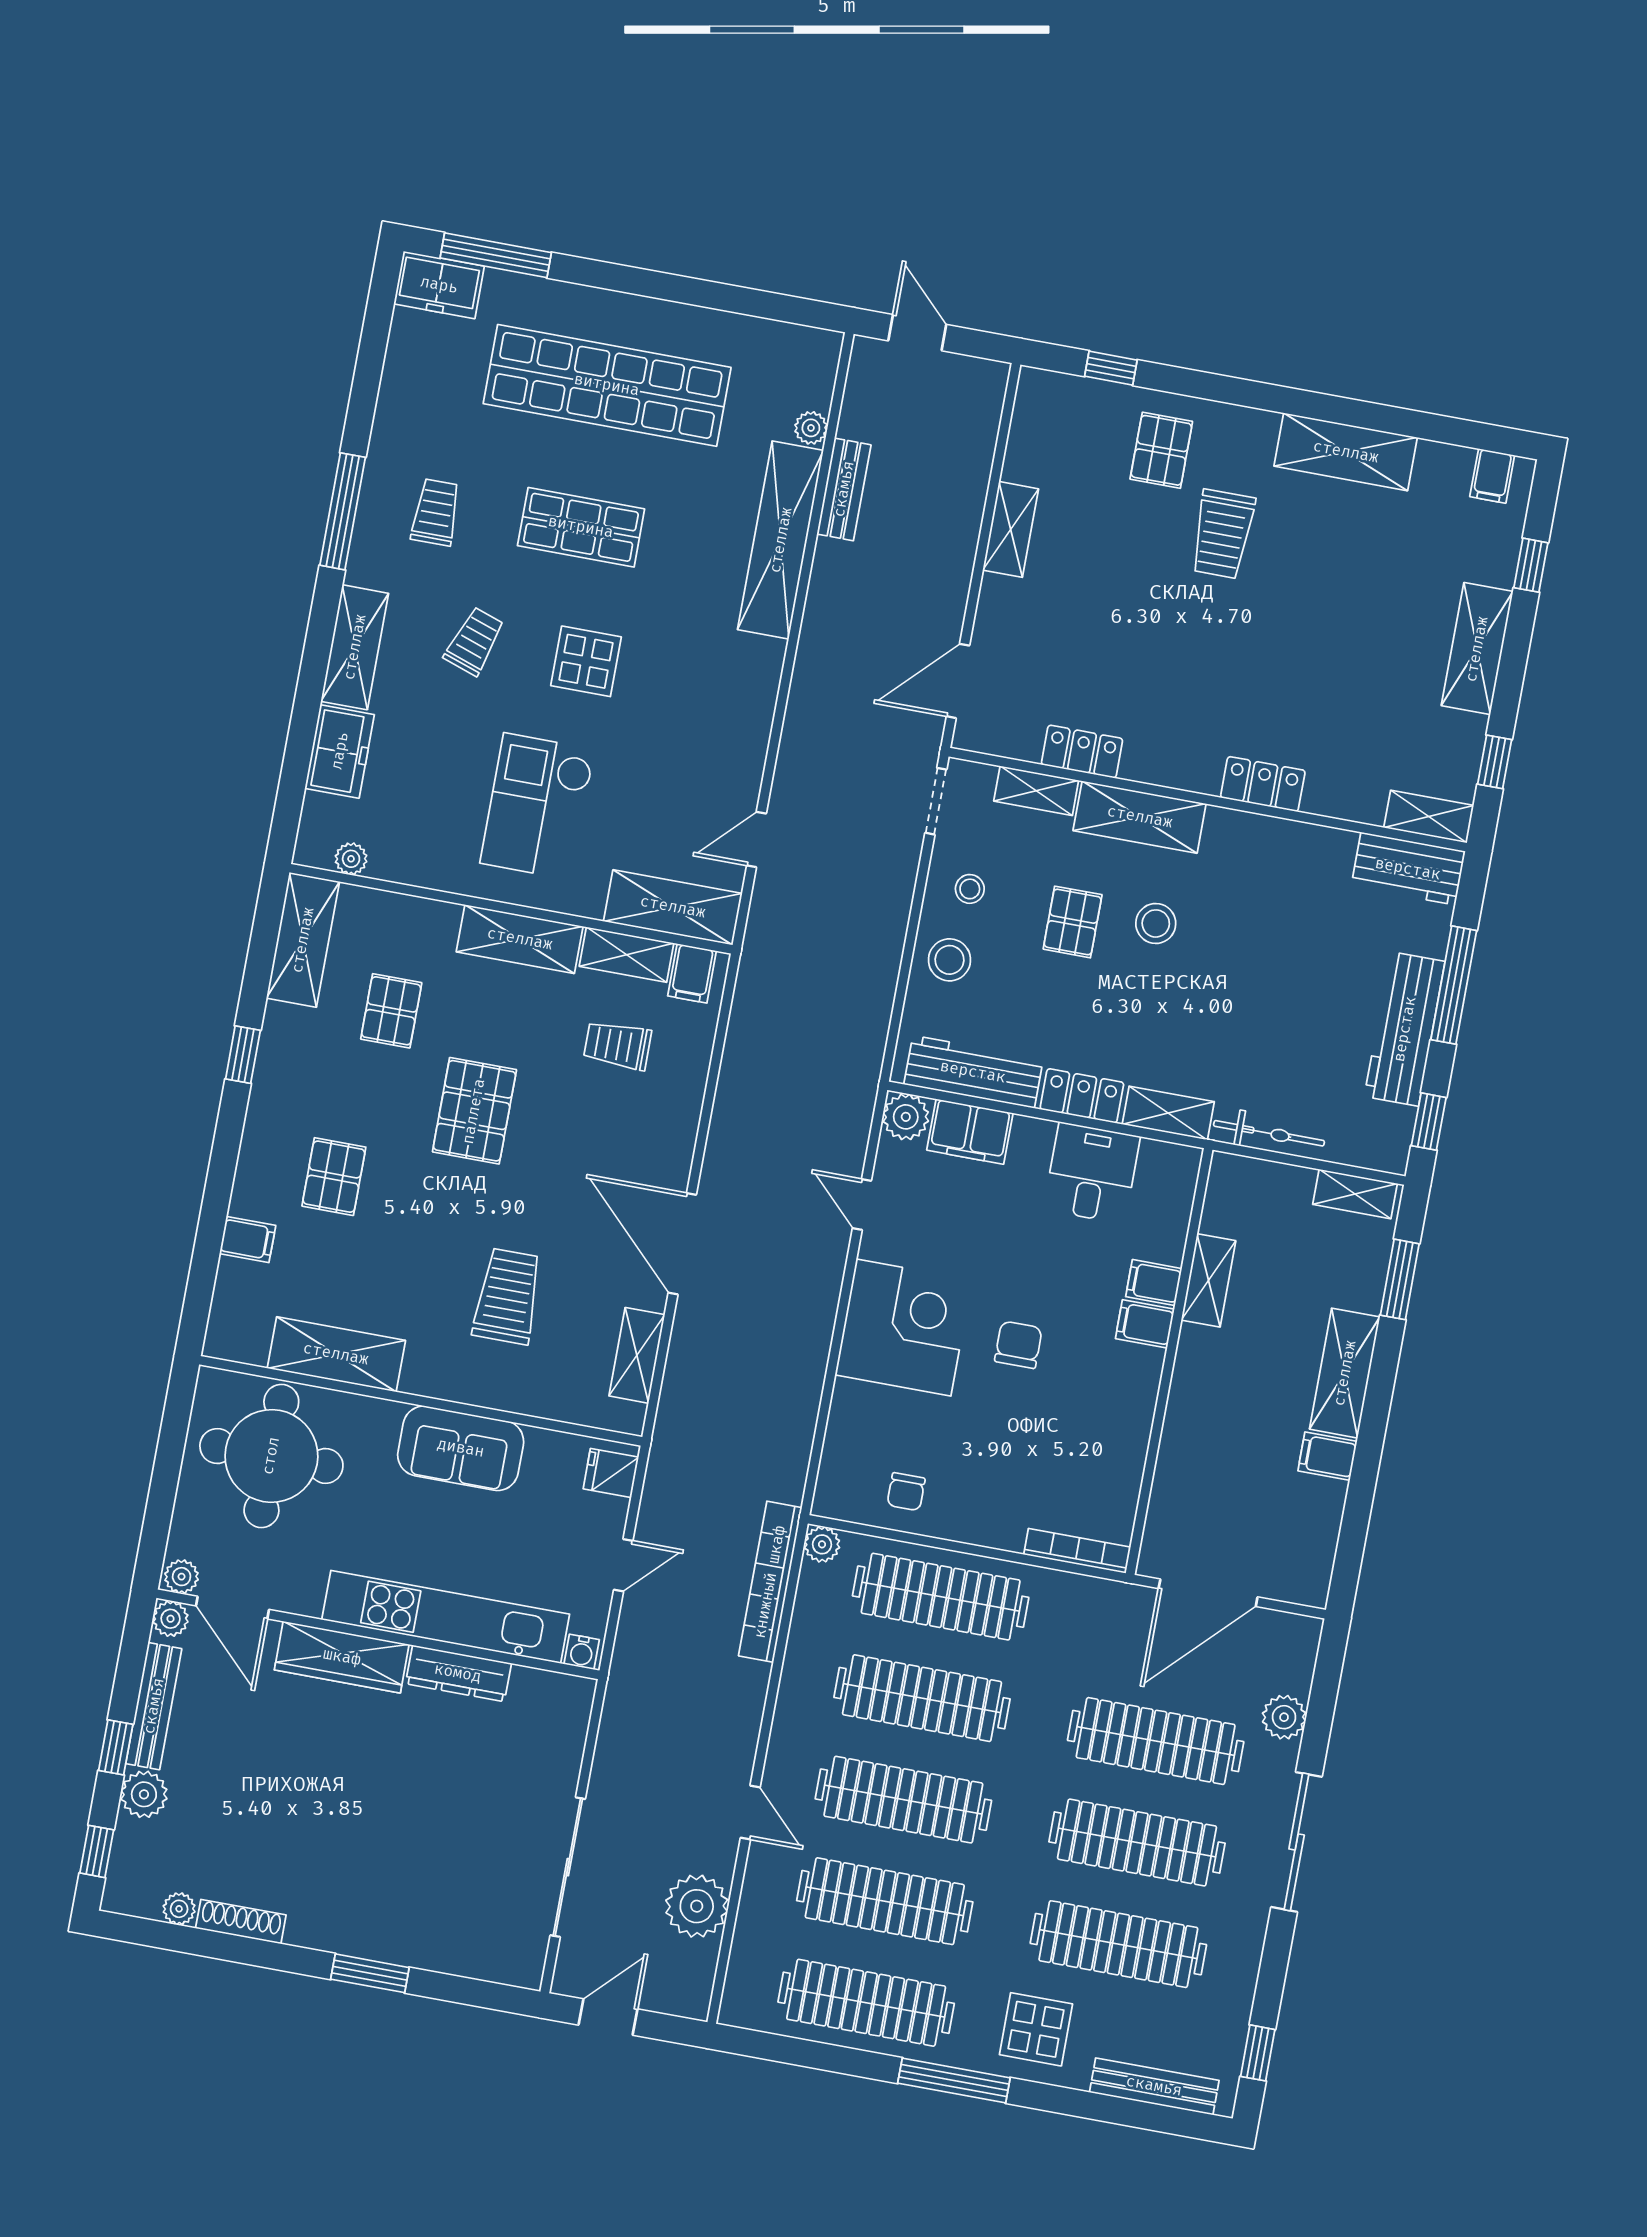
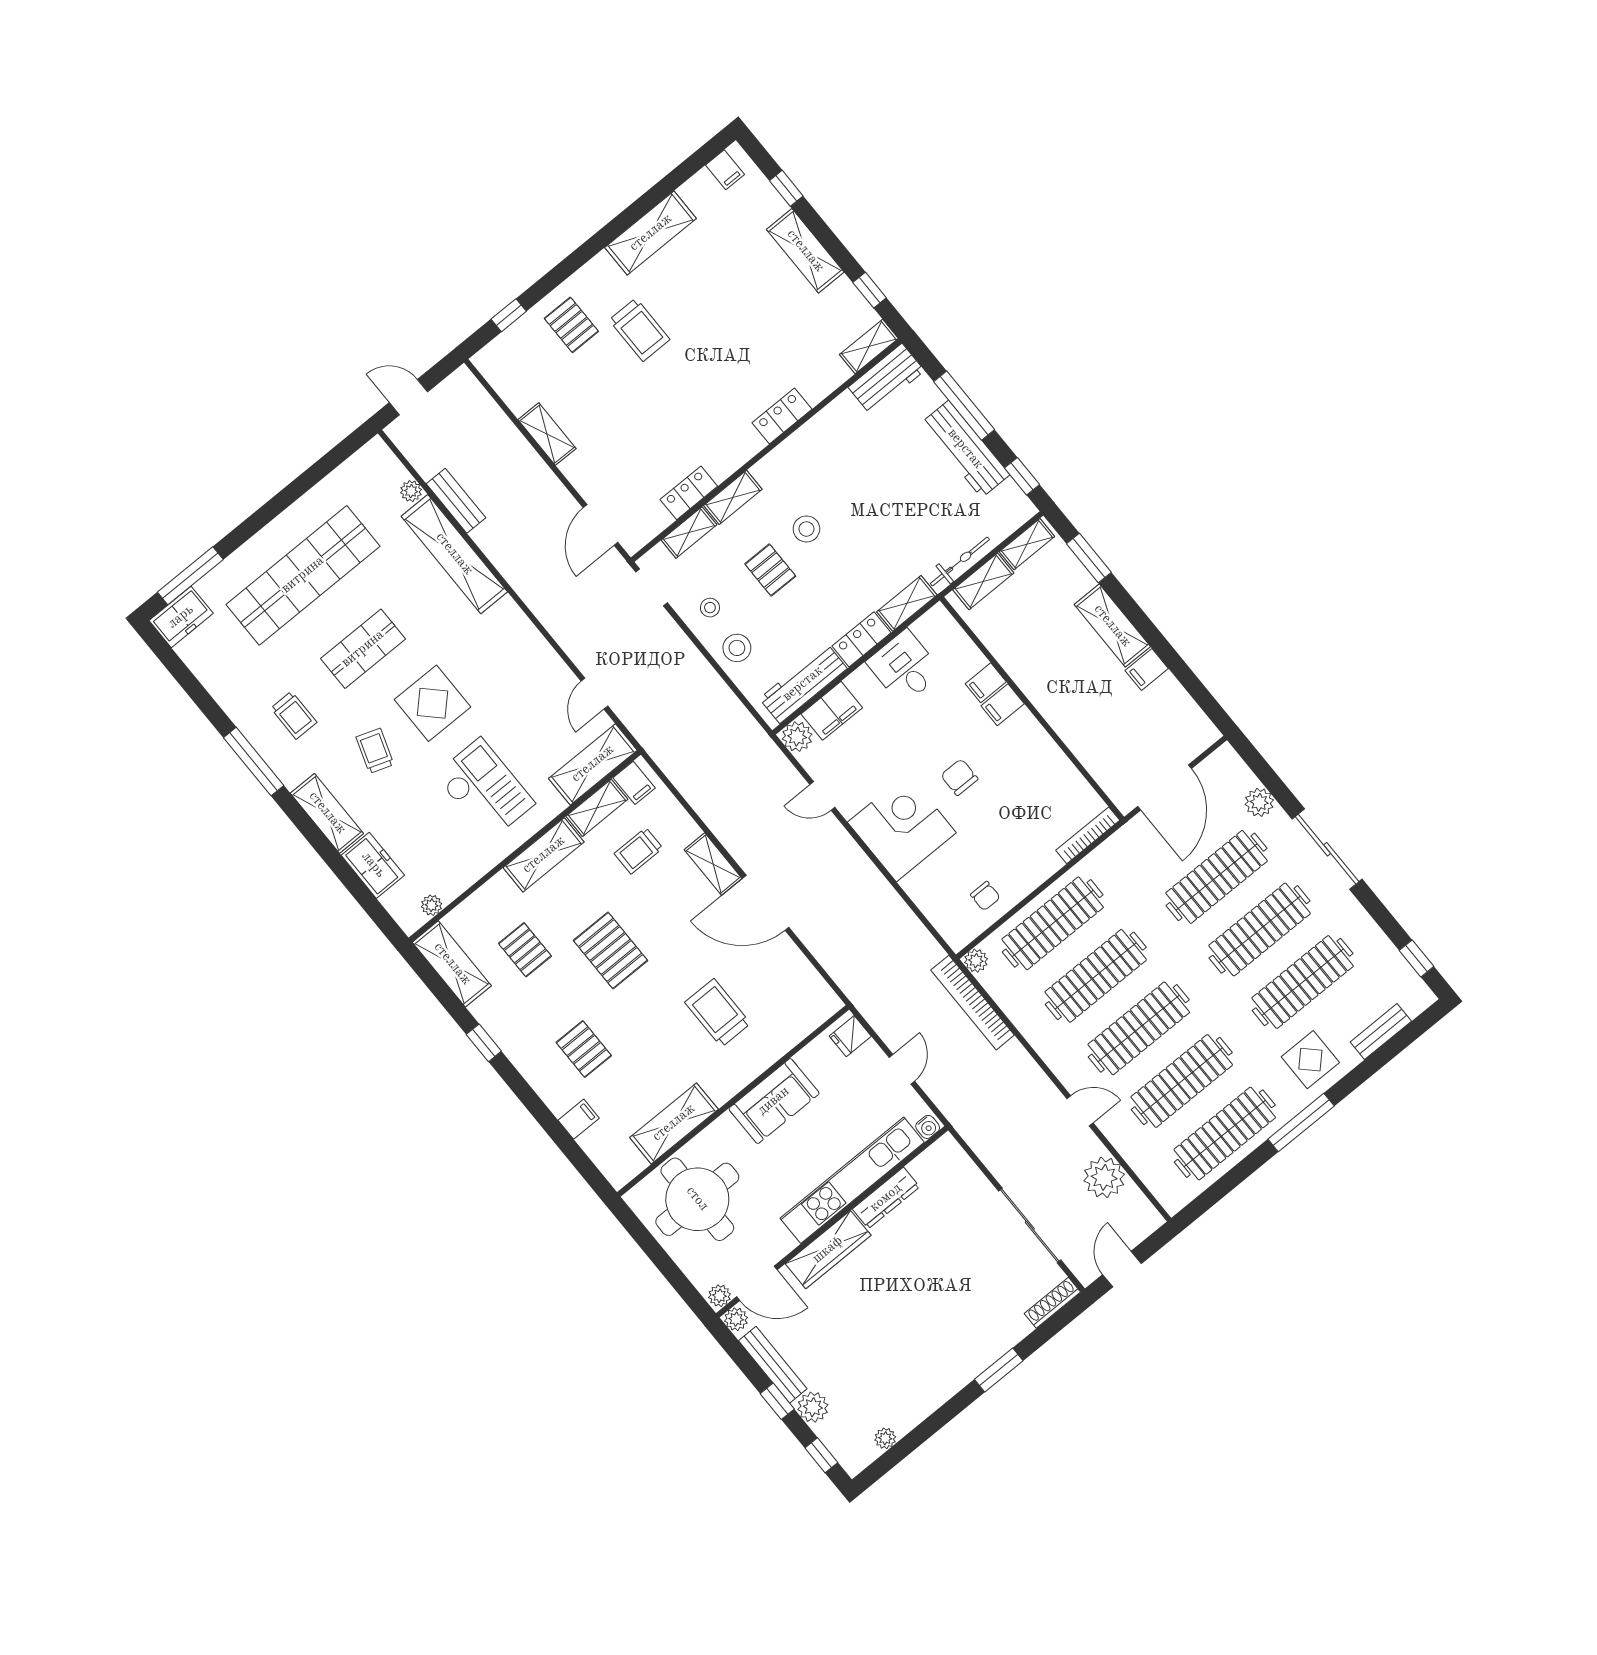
trolley: (436, 512) -> (294, 715), turned 180
display table: (586, 661) -> (432, 703), width x1.36, depth x1.36
checkout: (538, 806) -> (485, 789), turned 180
shelving: (1140, 817) -> (733, 497), width x0.67, depth x0.75
shelving: (1208, 1280) -> (983, 581), moved, turned 90
shelving: (637, 1355) -> (713, 864), moved
shoe rack: (241, 1922) -> (1052, 1303), moved
bench: (1154, 2086) -> (1381, 1032), width x0.73

